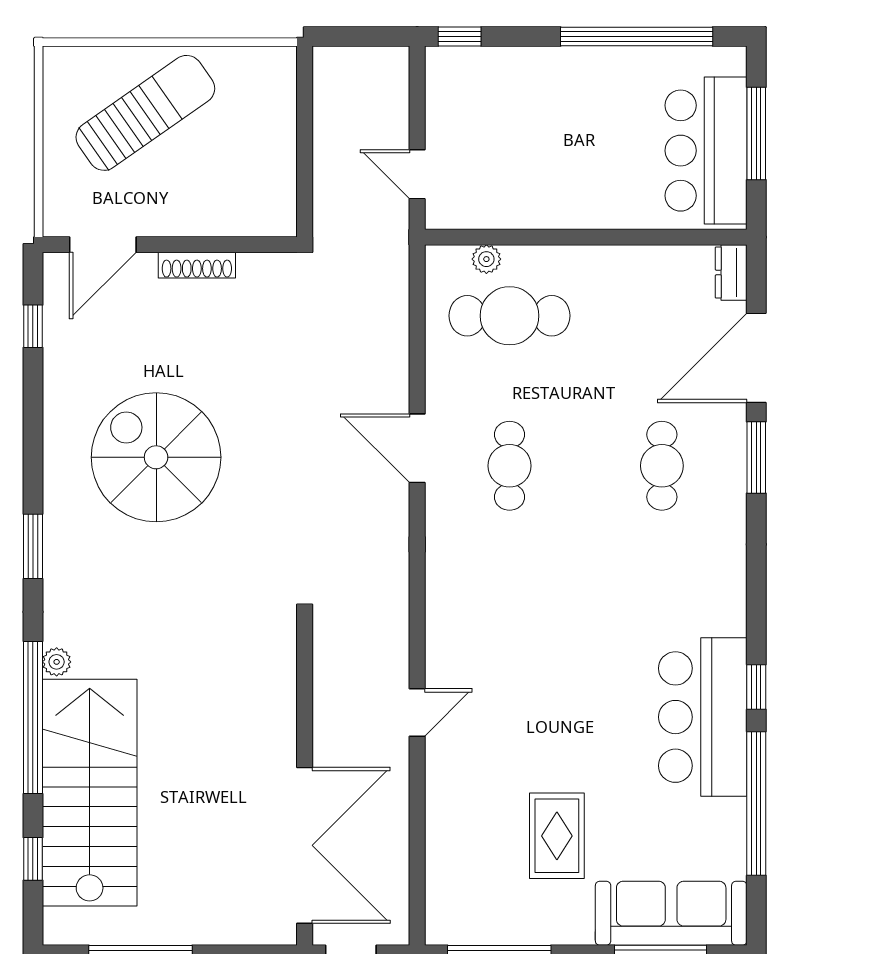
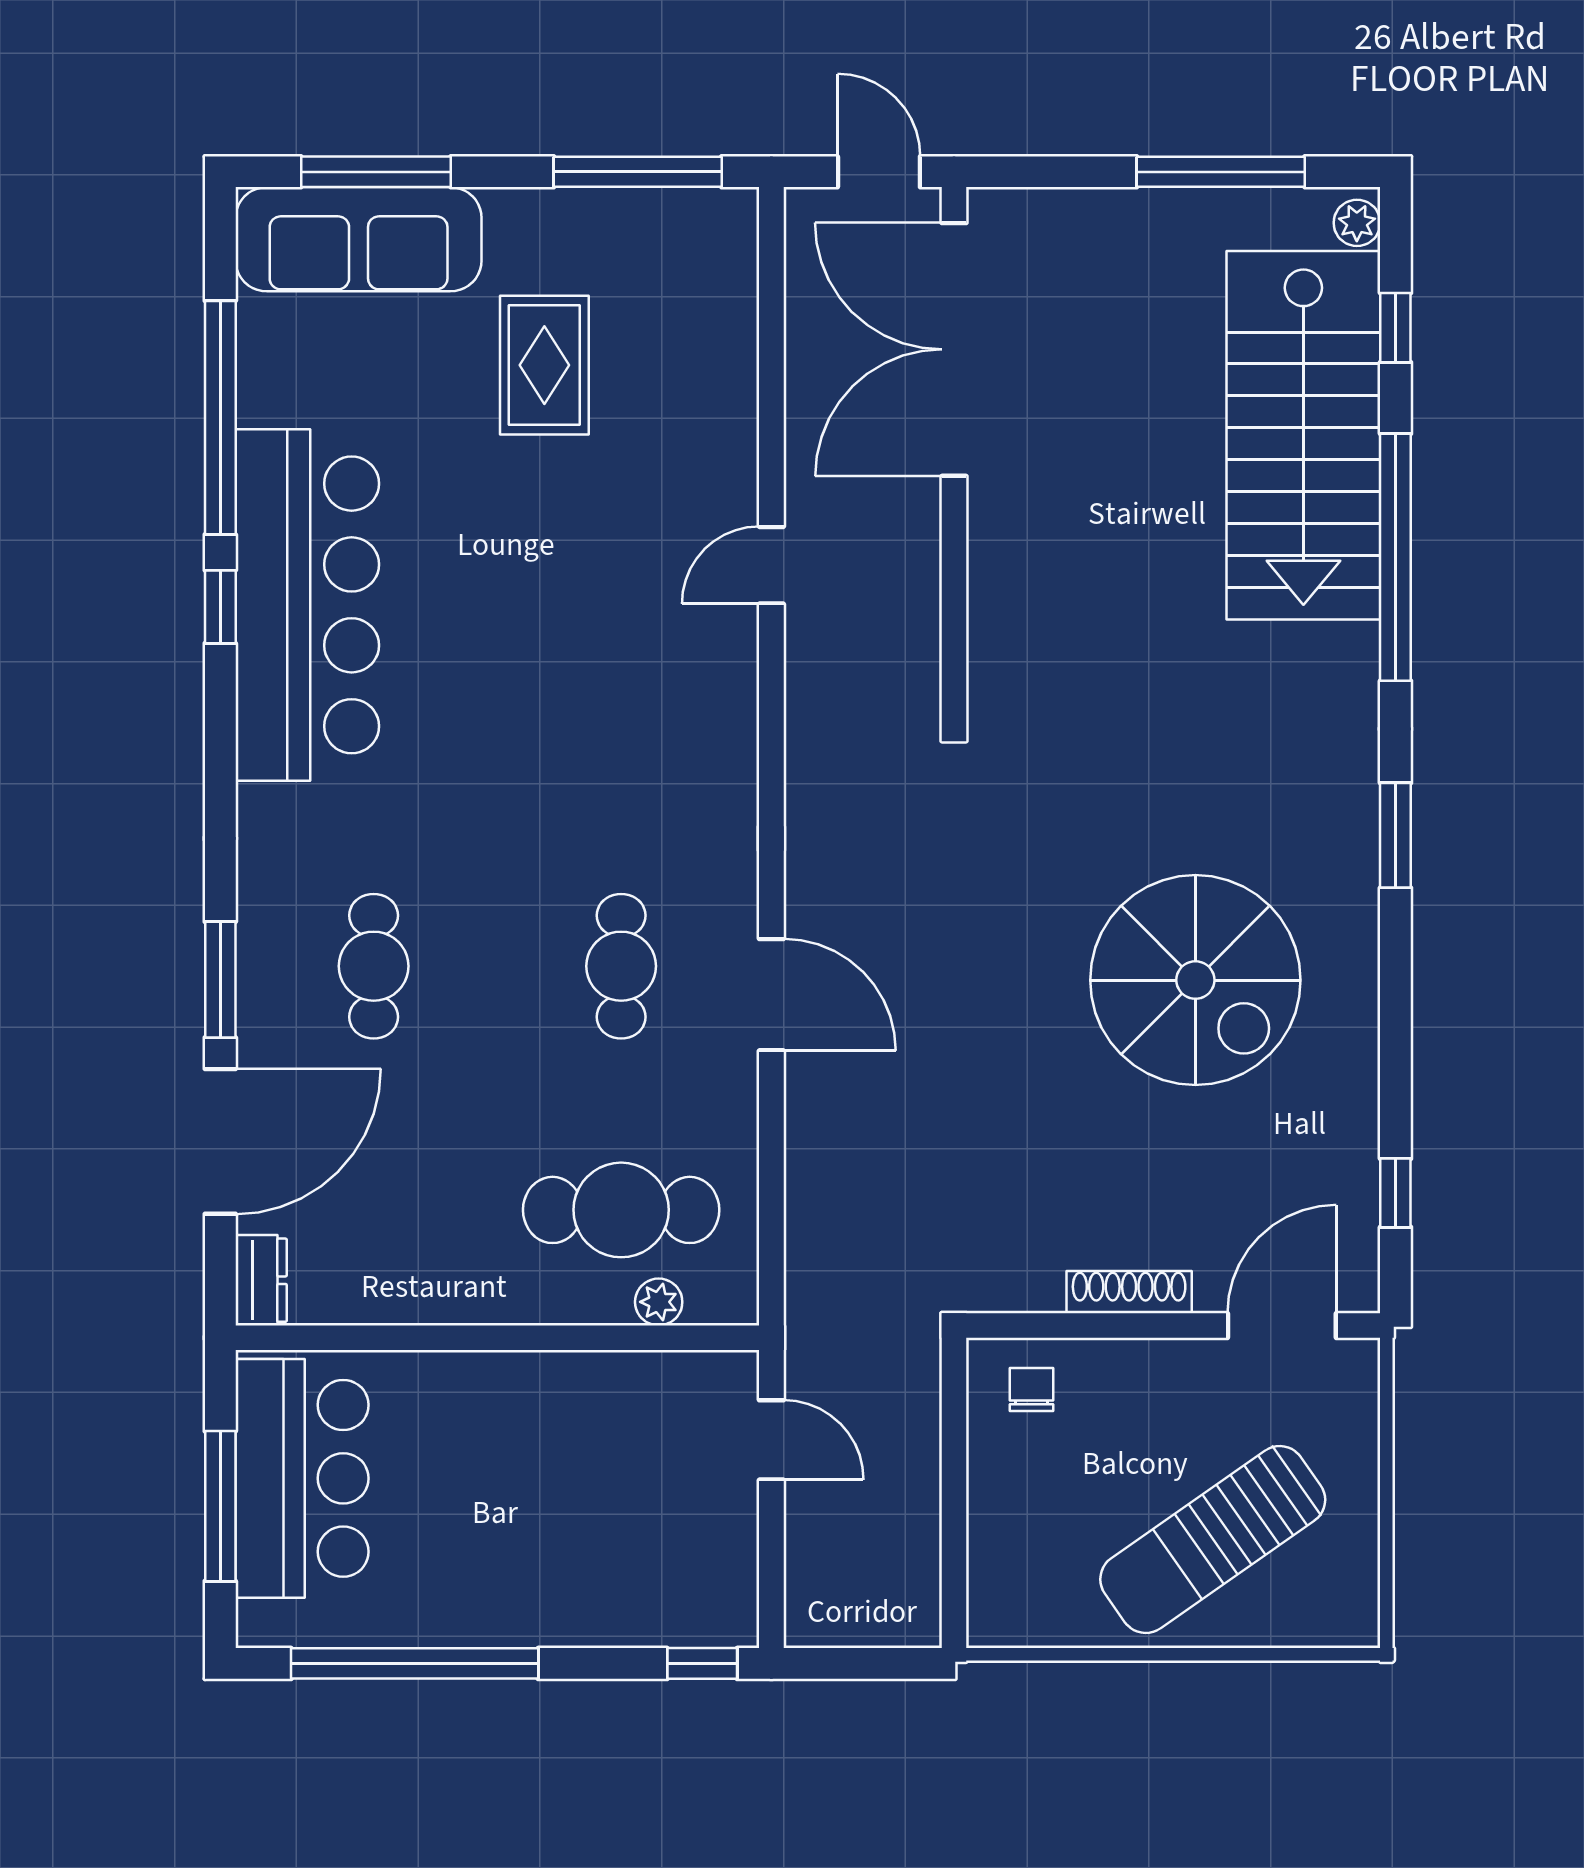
chair: (257, 205) -> (1031, 1389), added
plant: (57, 662) -> (1357, 223), moved
bar counter: (703, 717) -> (307, 605), width x1.36

